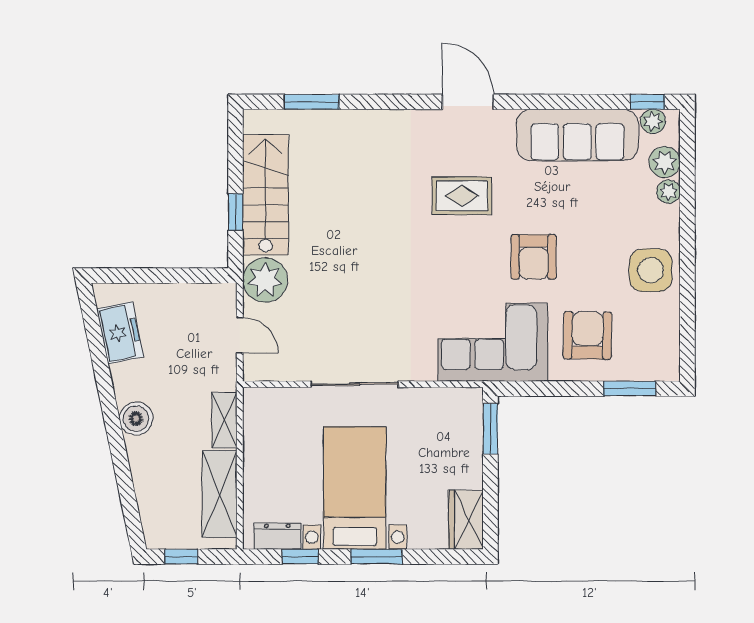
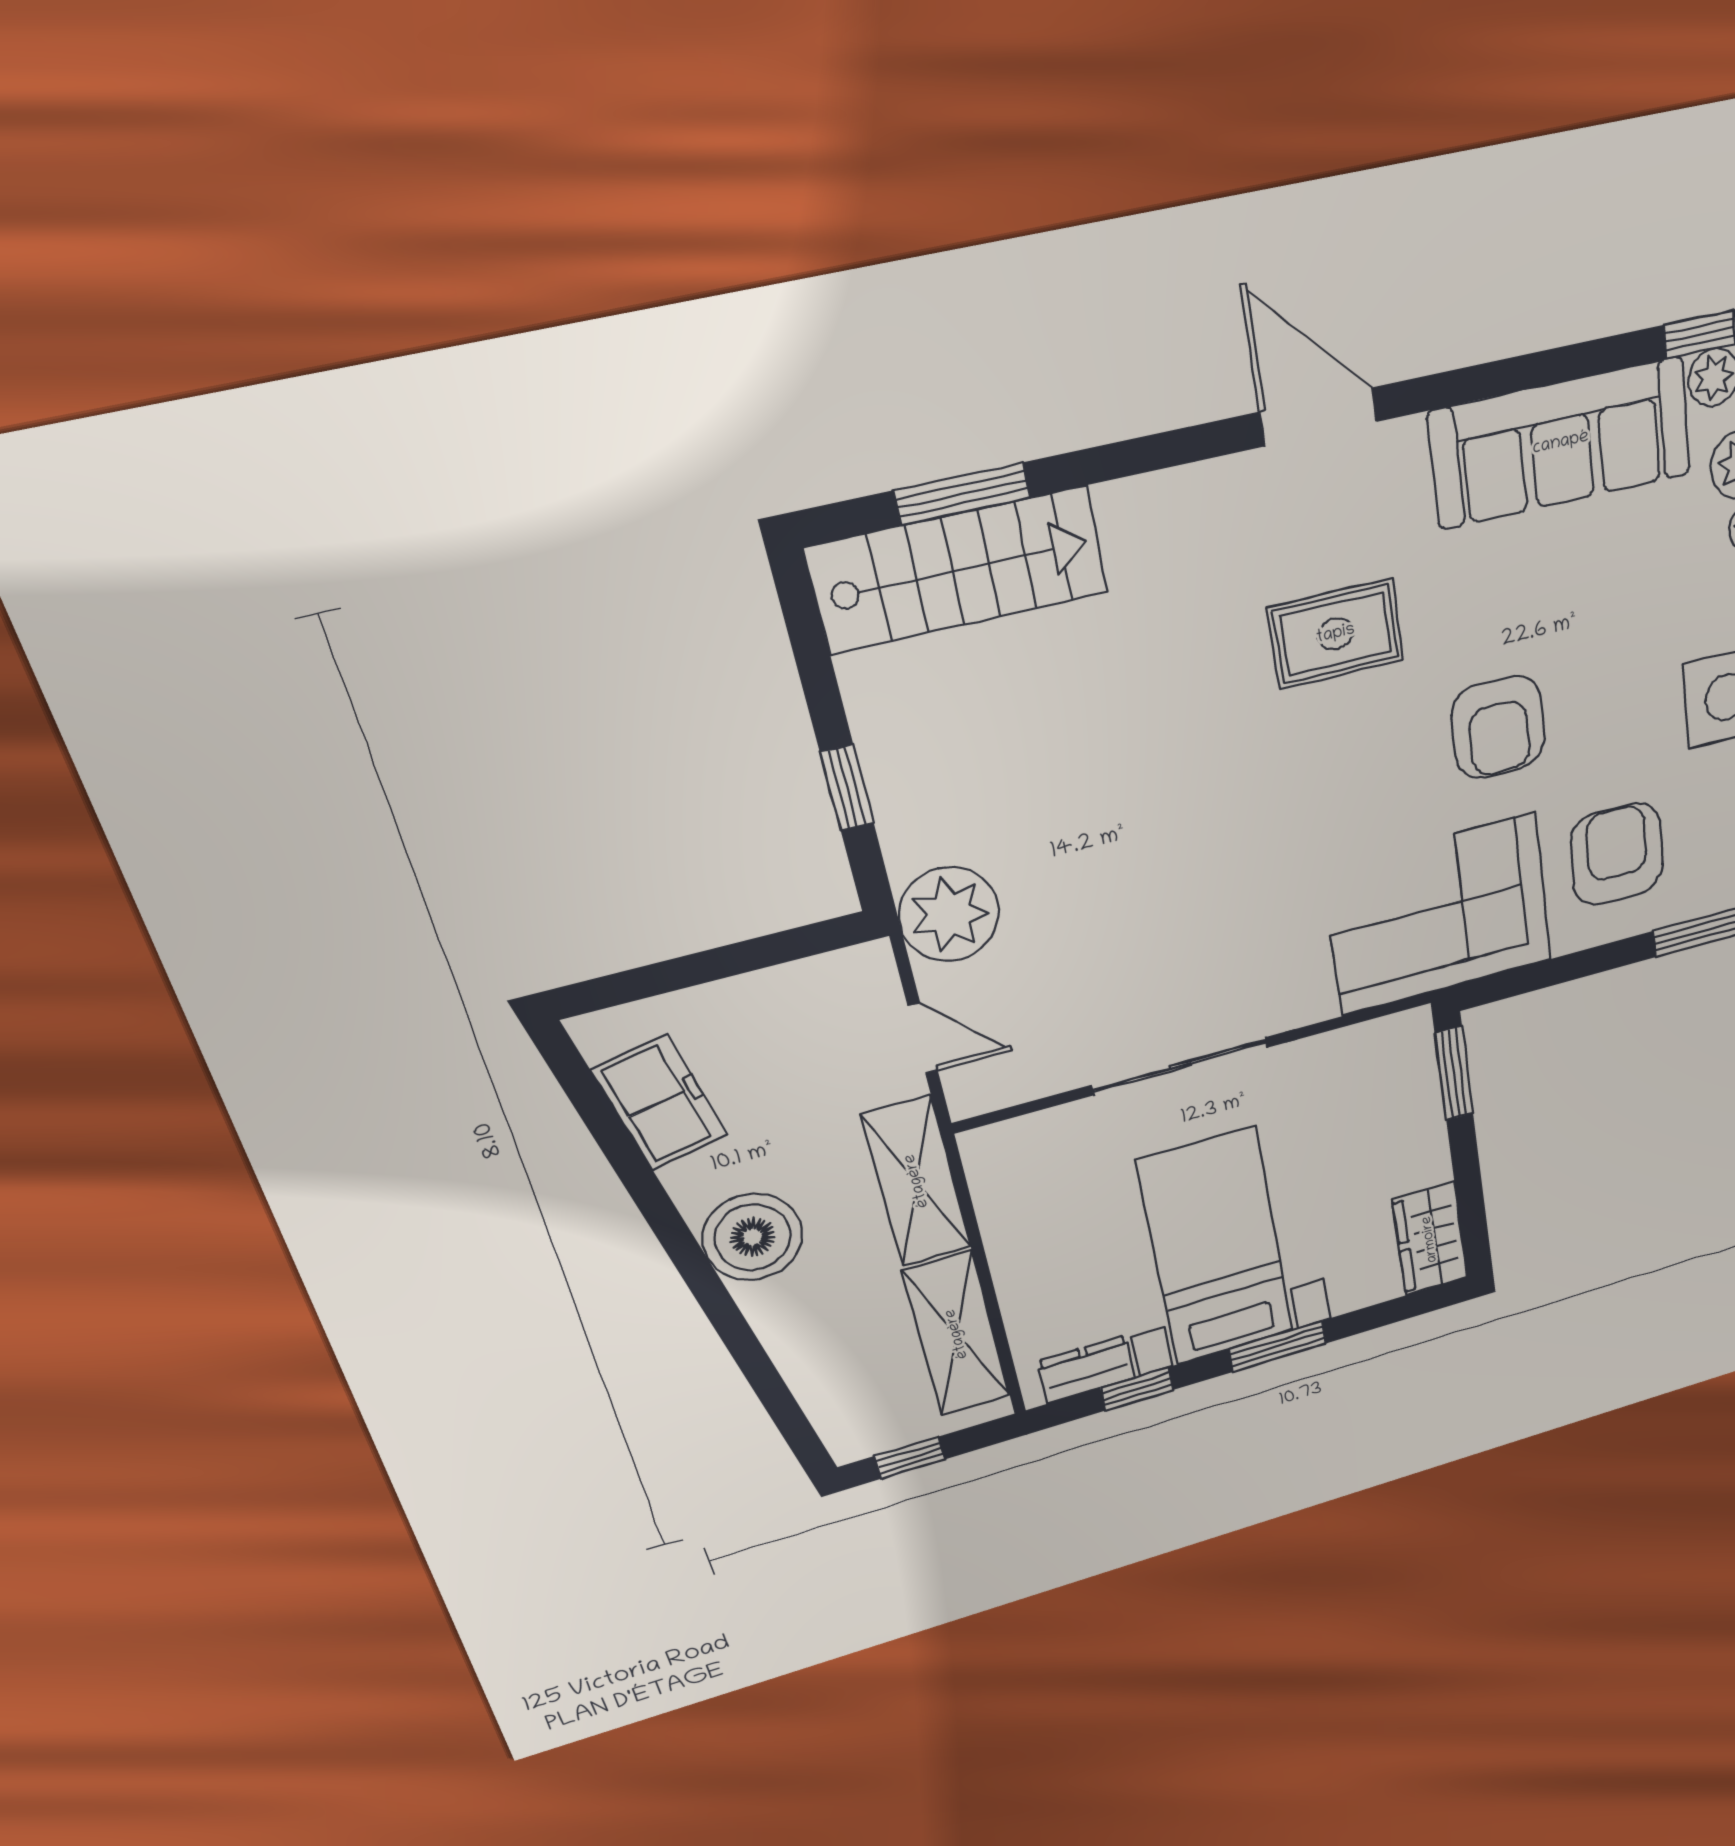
stairs: (266, 195) -> (958, 570), moved, turned 90
boiler: (136, 419) -> (753, 1237), width x1.37, depth x1.37
shelving: (224, 420) -> (917, 1181), width x1.50, depth x1.33

